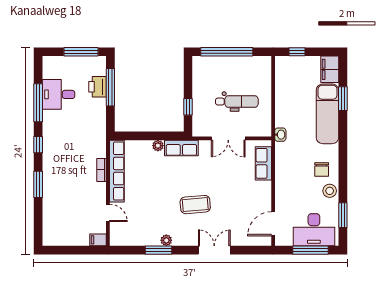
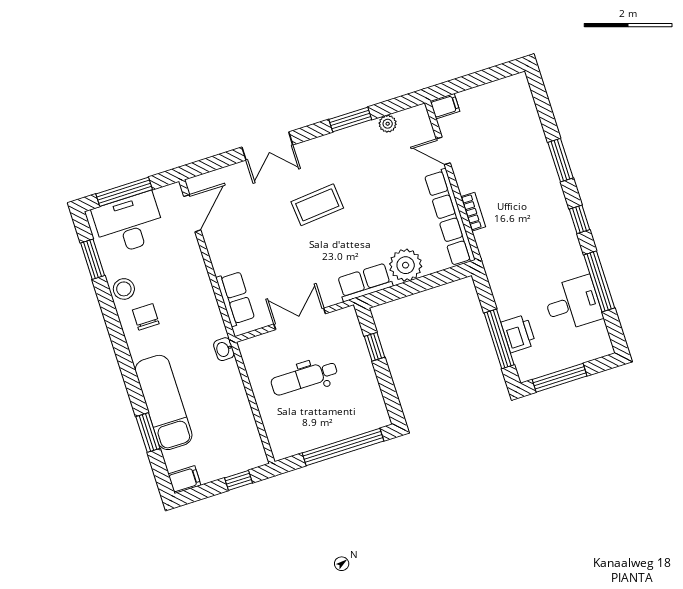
filing cabinet: (330, 69) -> (185, 480), width x0.50
plant: (158, 146) -> (406, 265), width x1.87, depth x1.87
plant: (166, 240) -> (388, 124), moved

